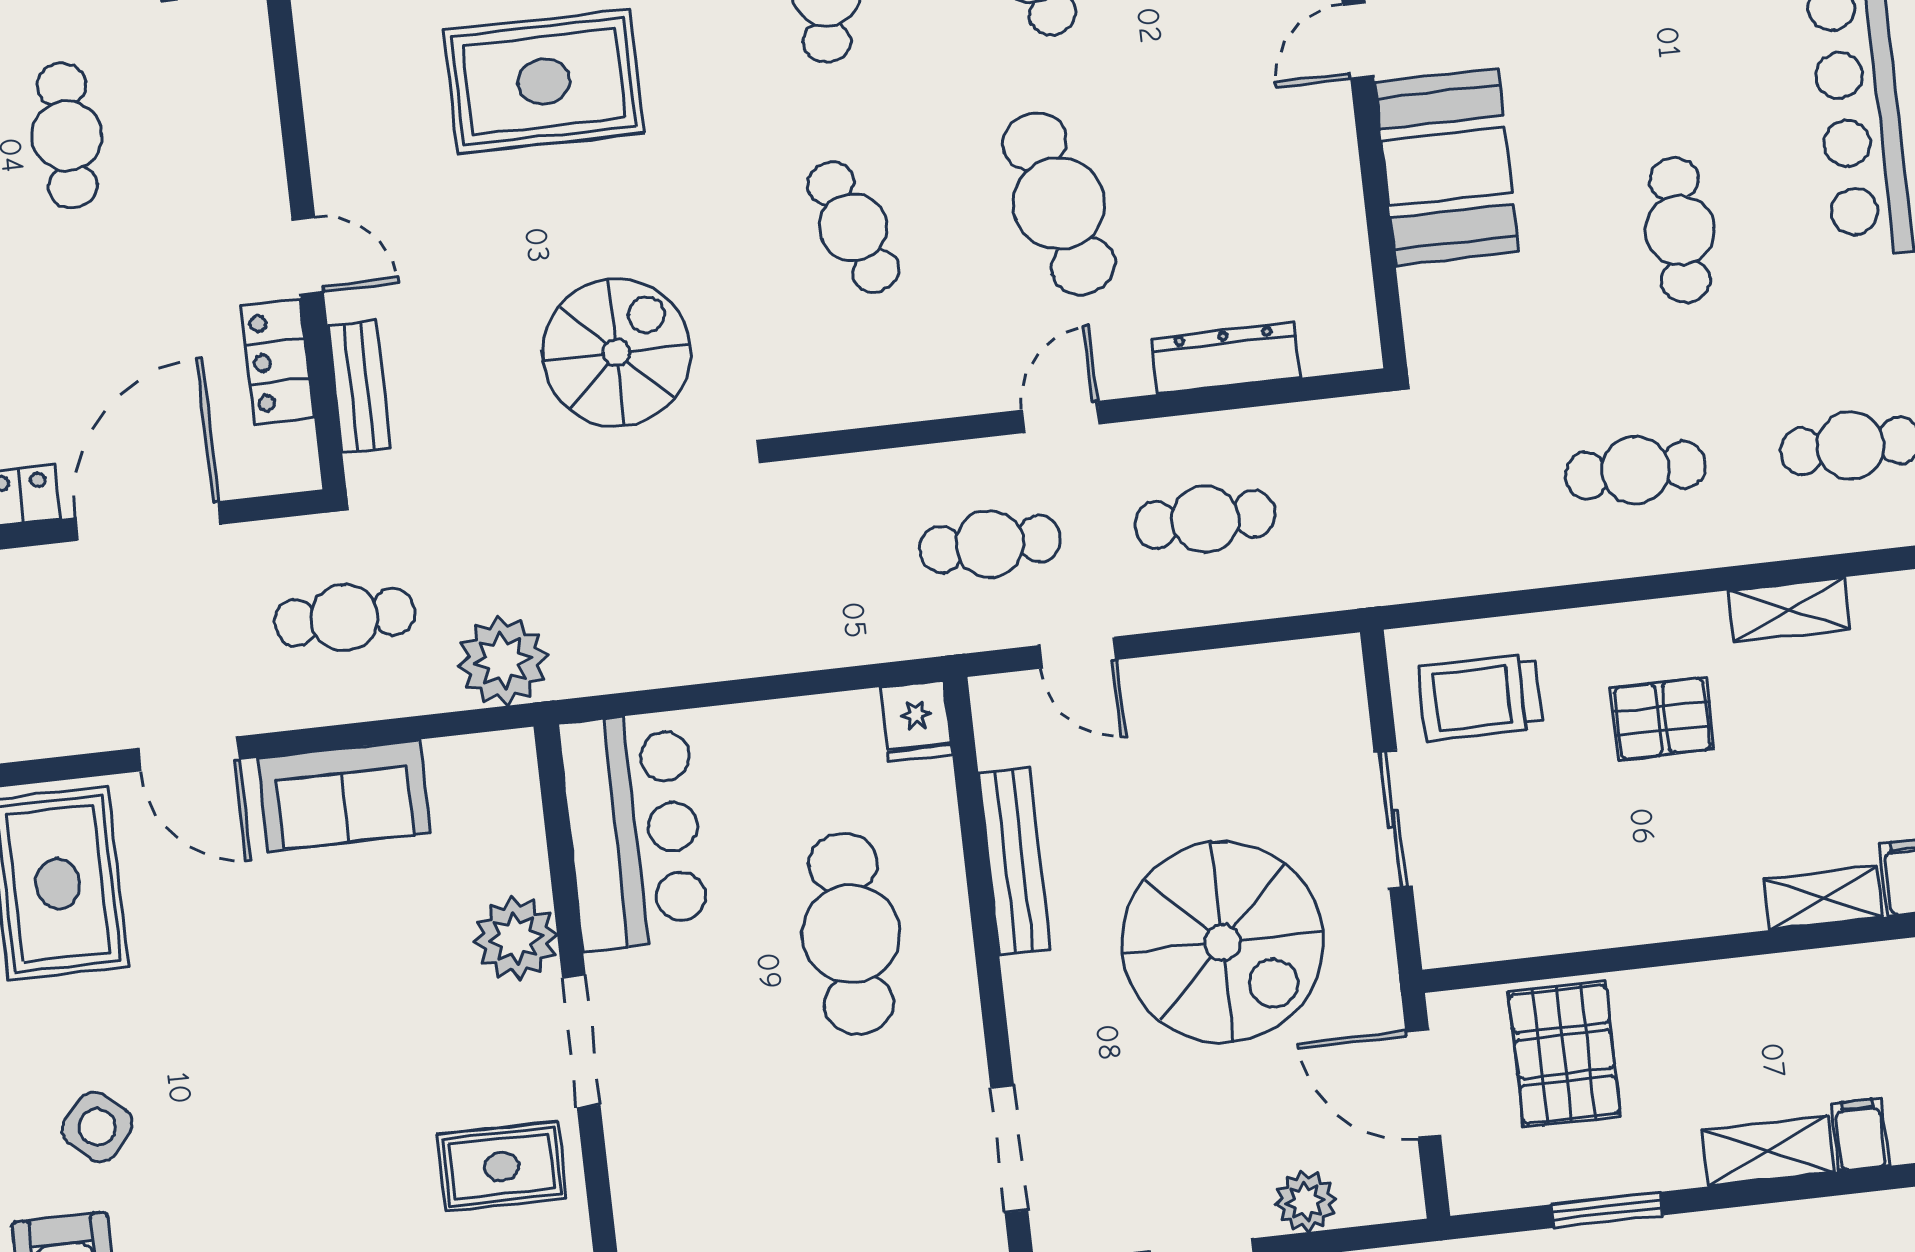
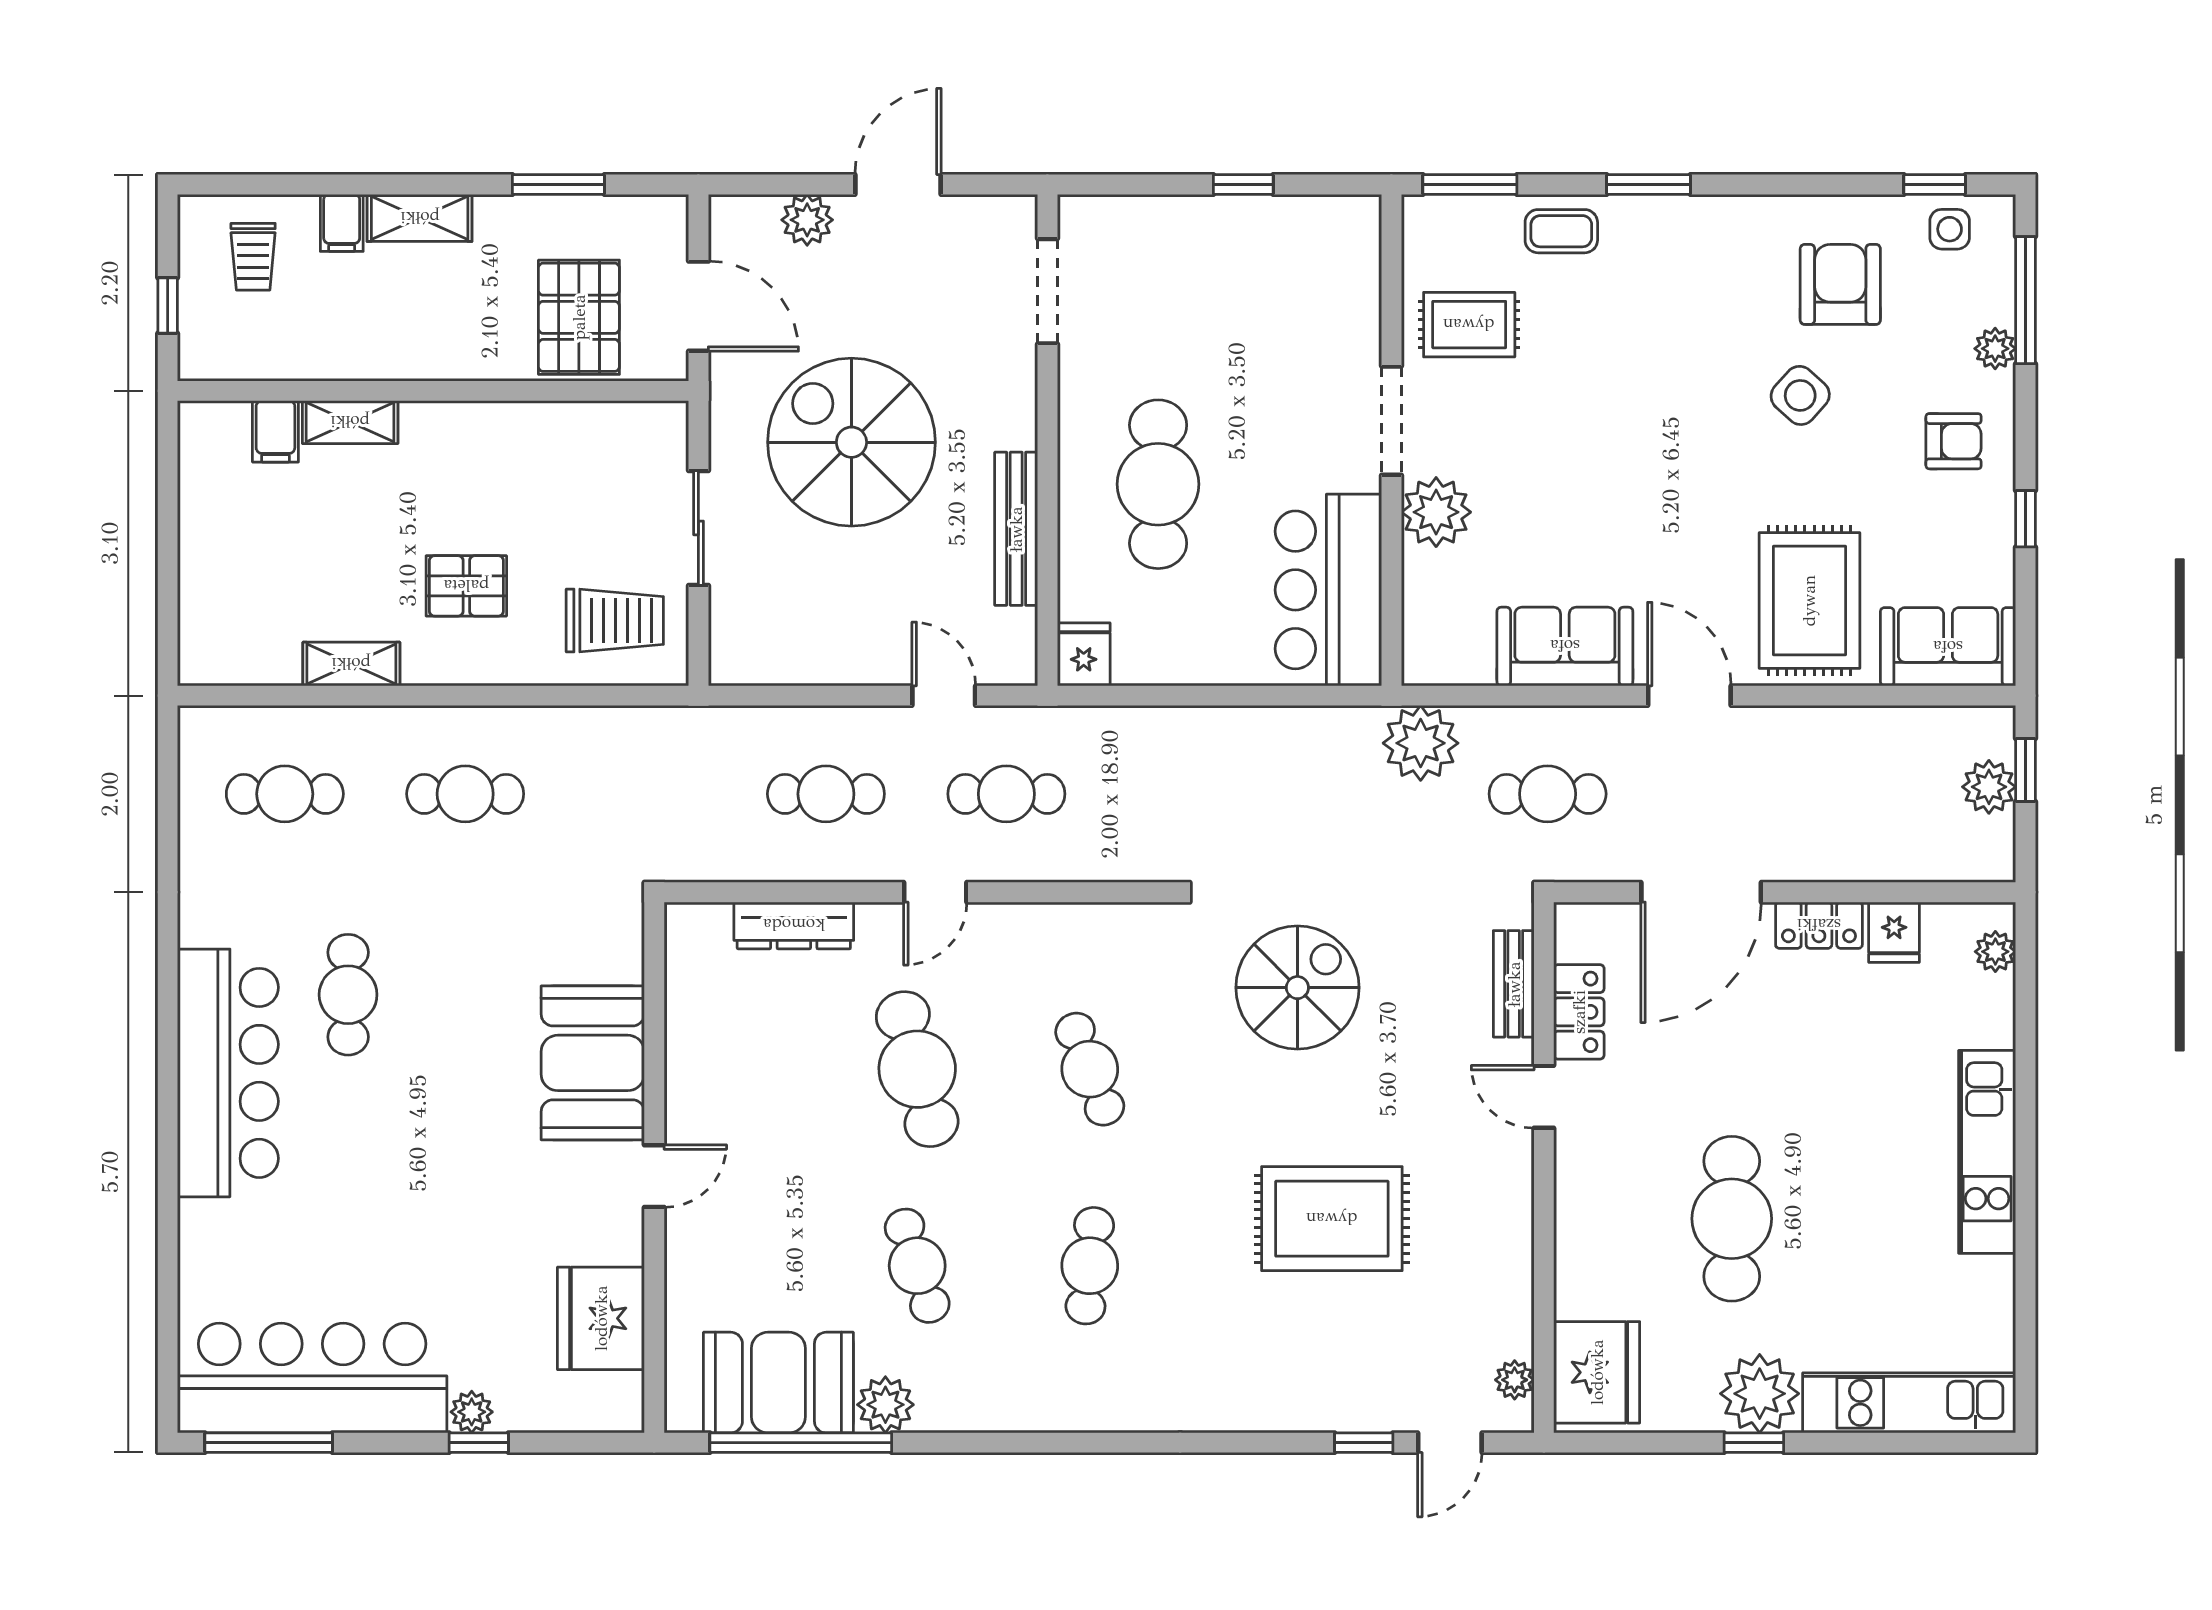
cafe table: (67, 136) -> (1732, 1219), width x1.37, depth x1.35
cafe table: (1680, 230) -> (348, 995), moved
spiral stairs: (616, 352) -> (1297, 988), turned 180

